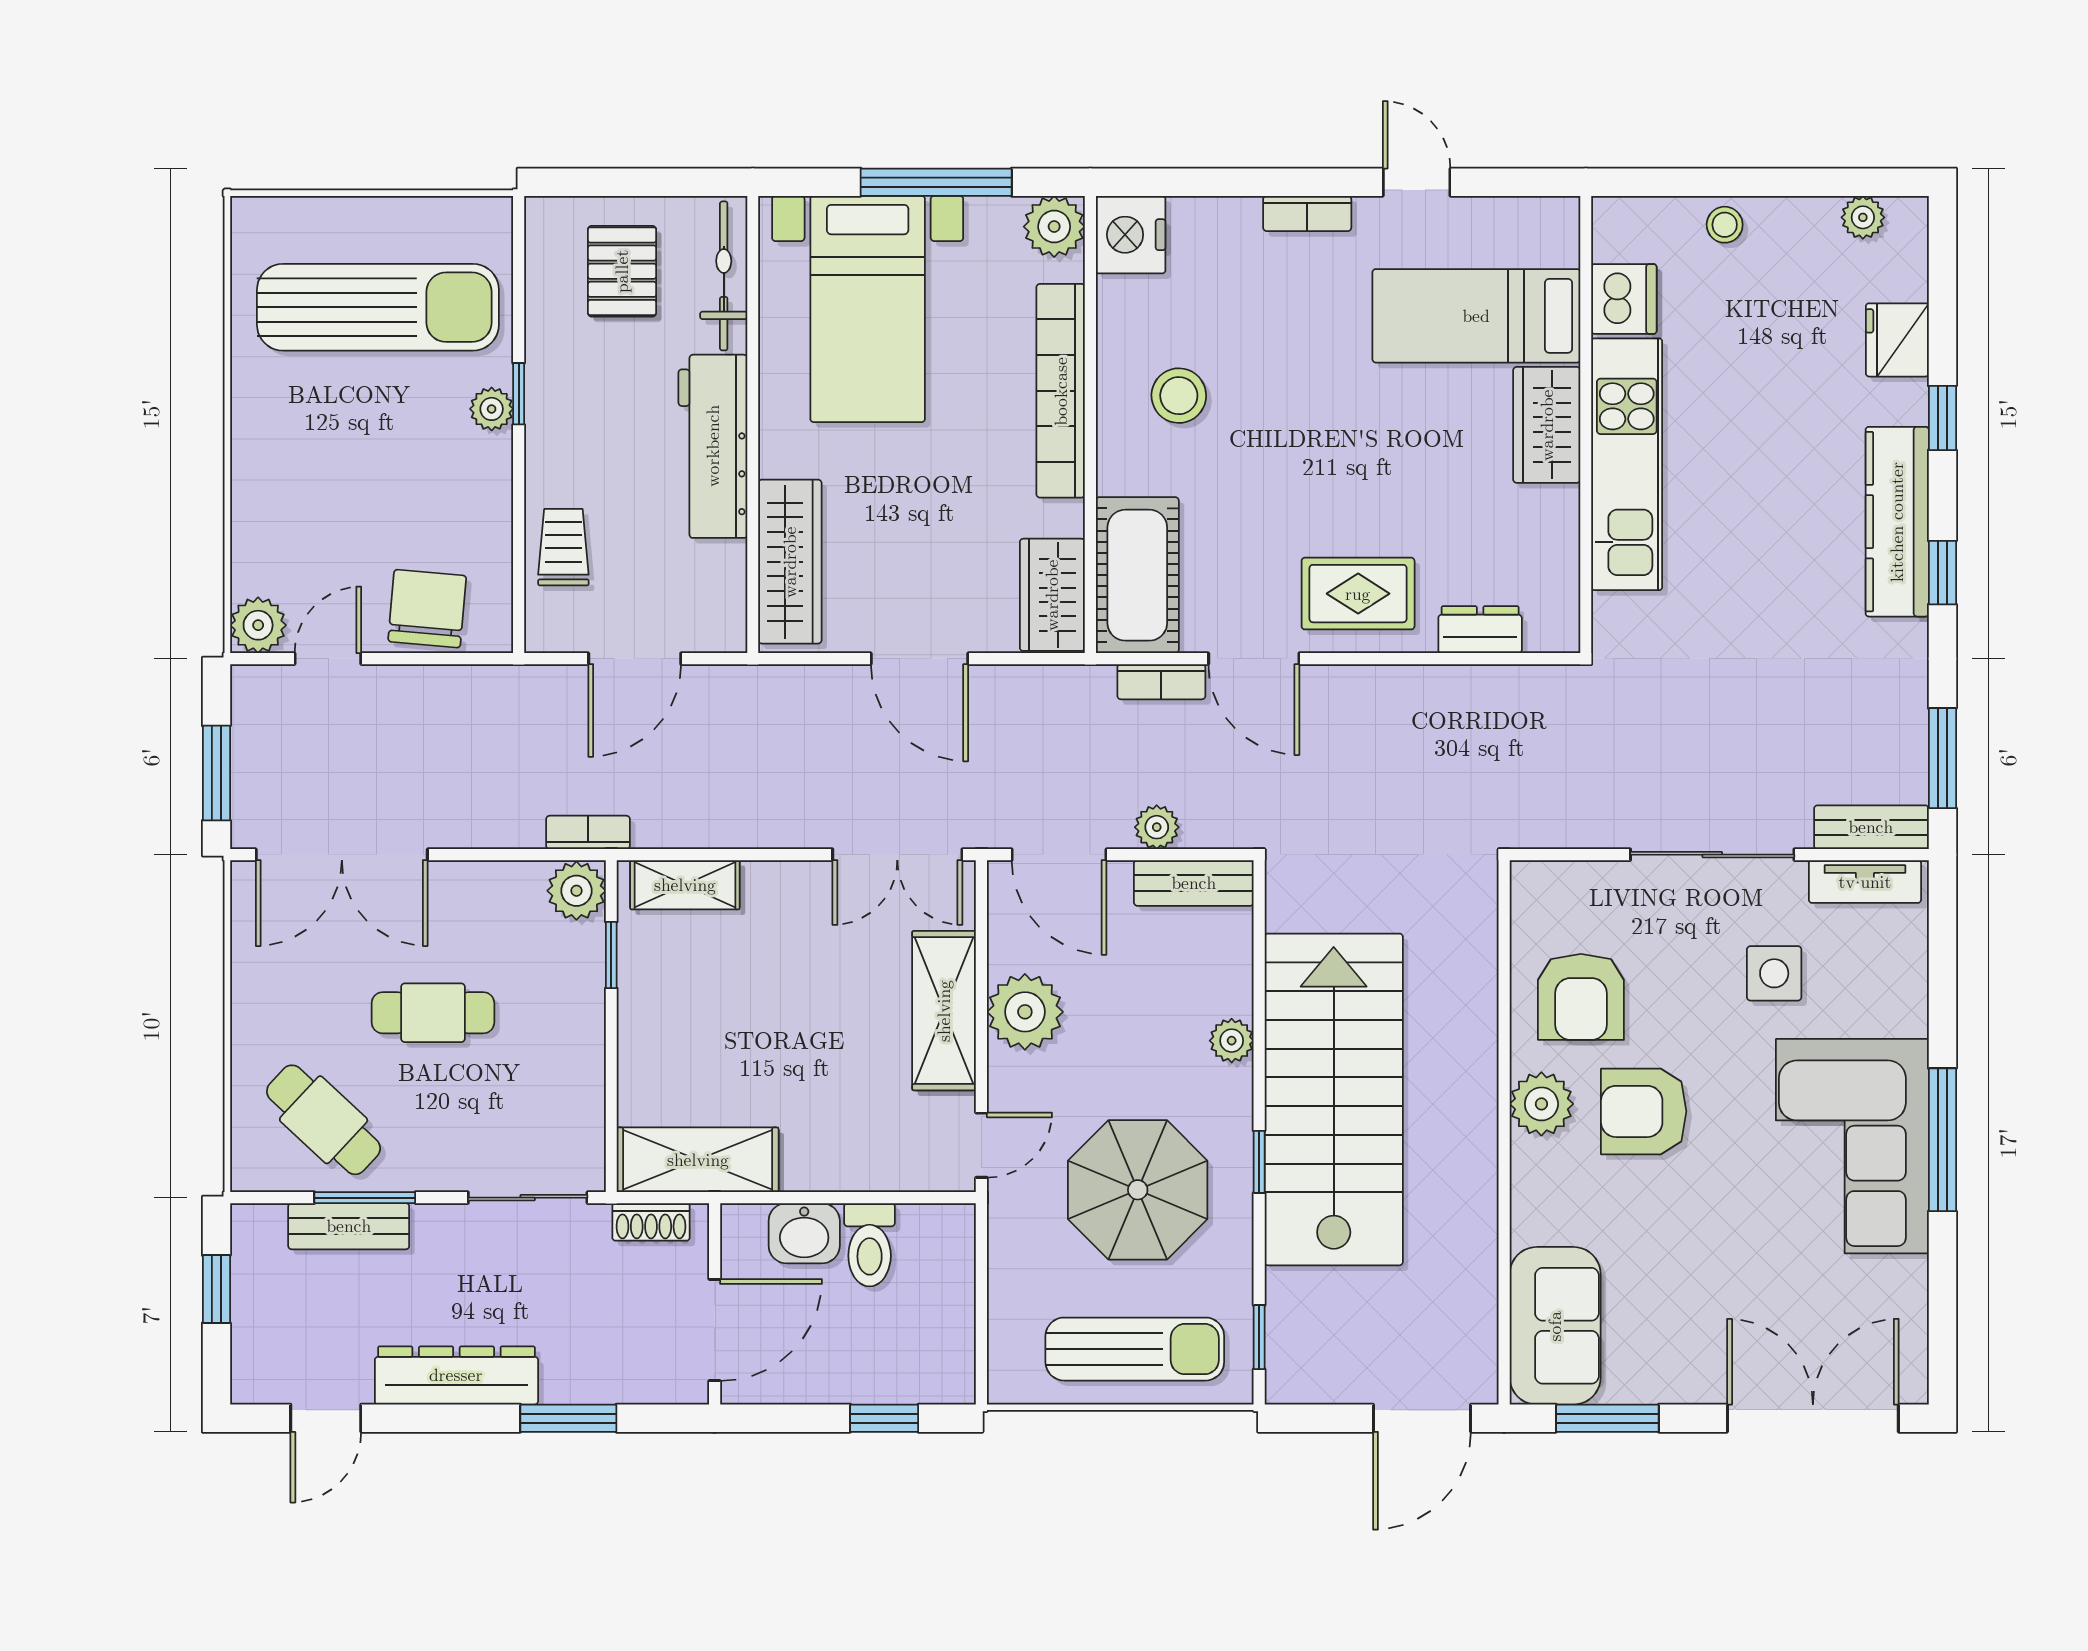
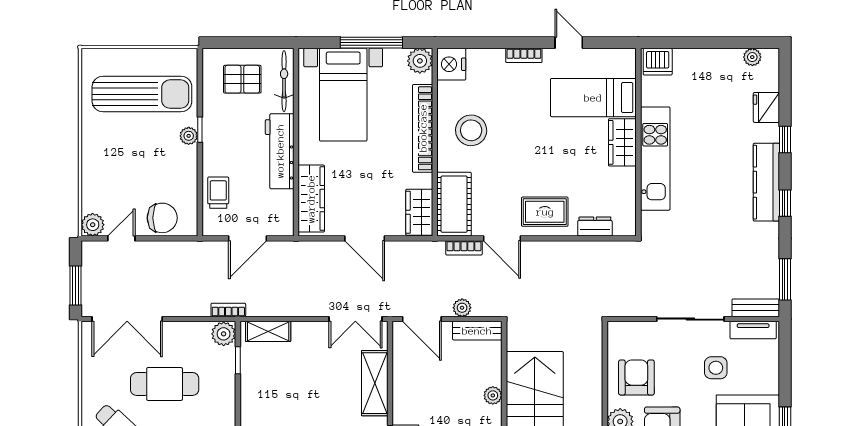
stool: (1725, 225) -> (695, 60), removed
pallet: (622, 271) -> (242, 79), turned 90
dishwasher: (1624, 299) -> (658, 62), moved, turned 90
stool: (1179, 396) -> (471, 130), width x1.38, depth x1.38
chair: (427, 609) -> (162, 218), turned 85
armchair: (1581, 997) -> (636, 378), turned 180
plant: (1025, 1012) -> (408, 384), removed
cafe table: (433, 1013) -> (165, 384), width x1.37, depth x1.35

